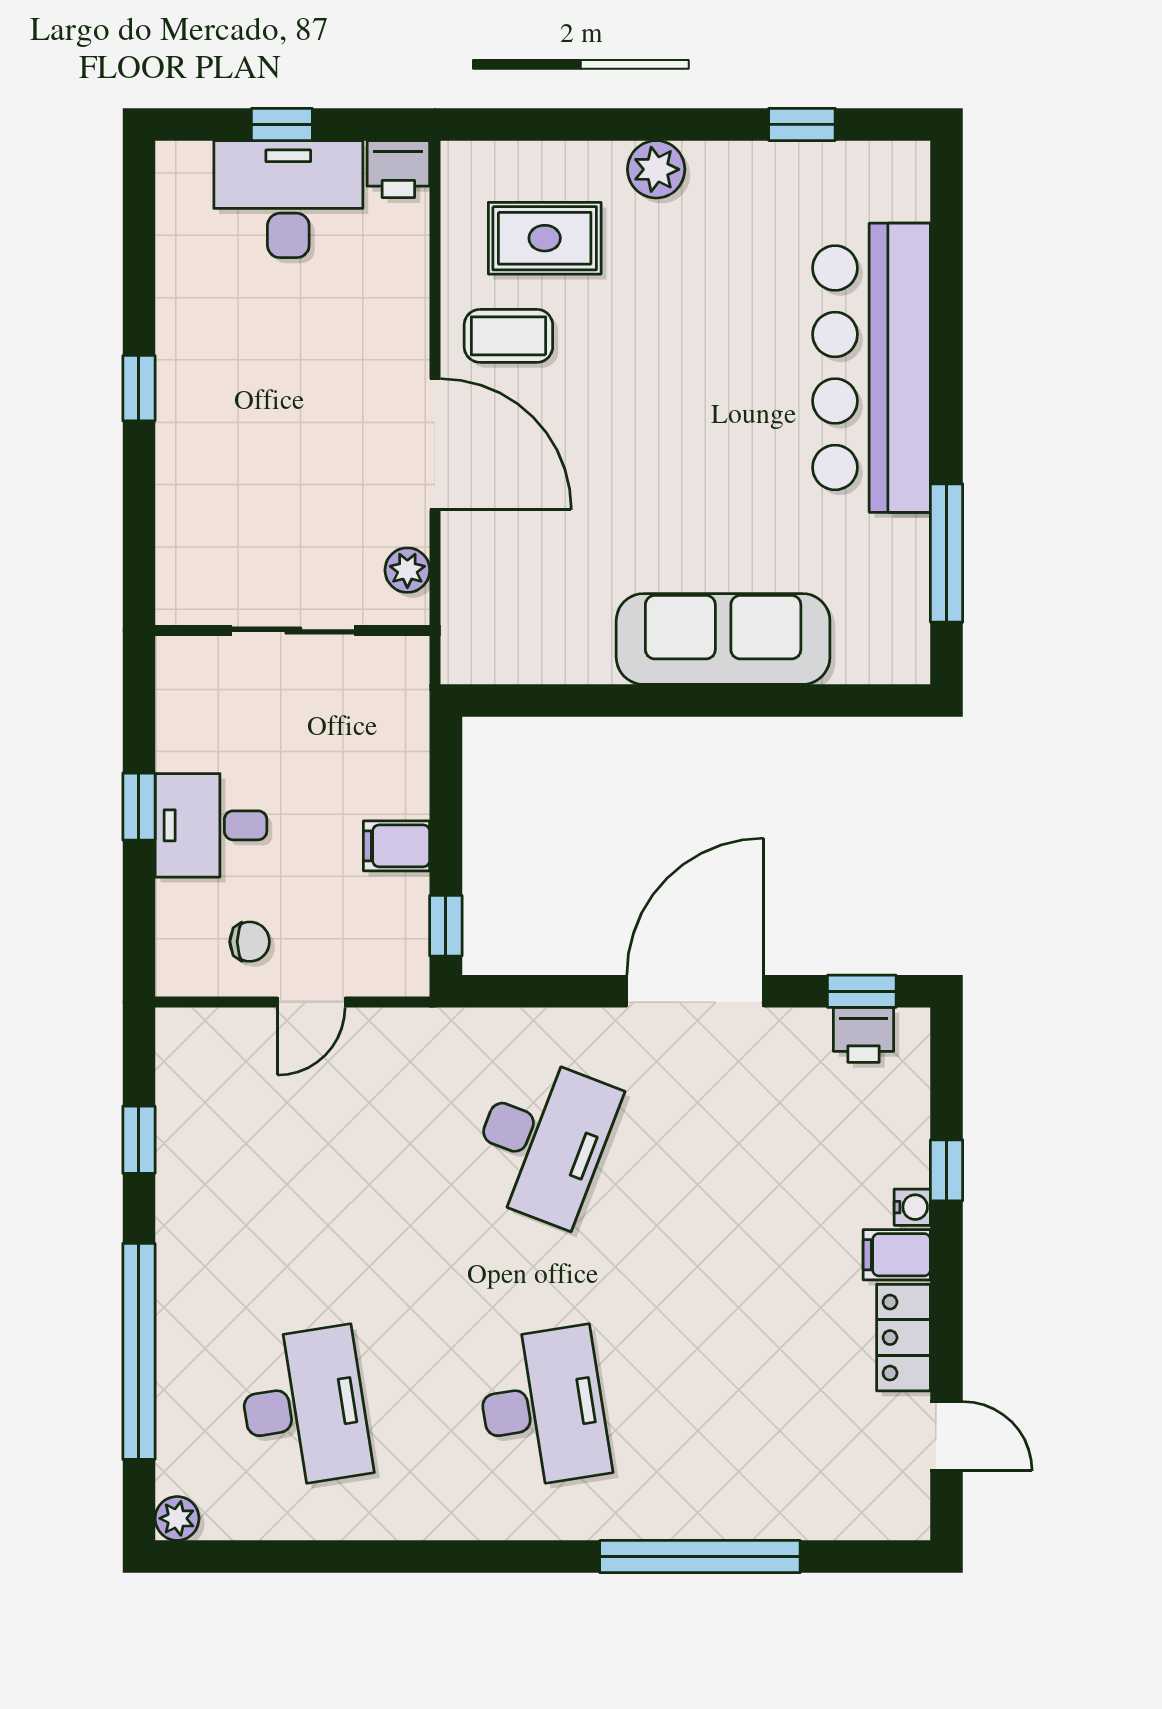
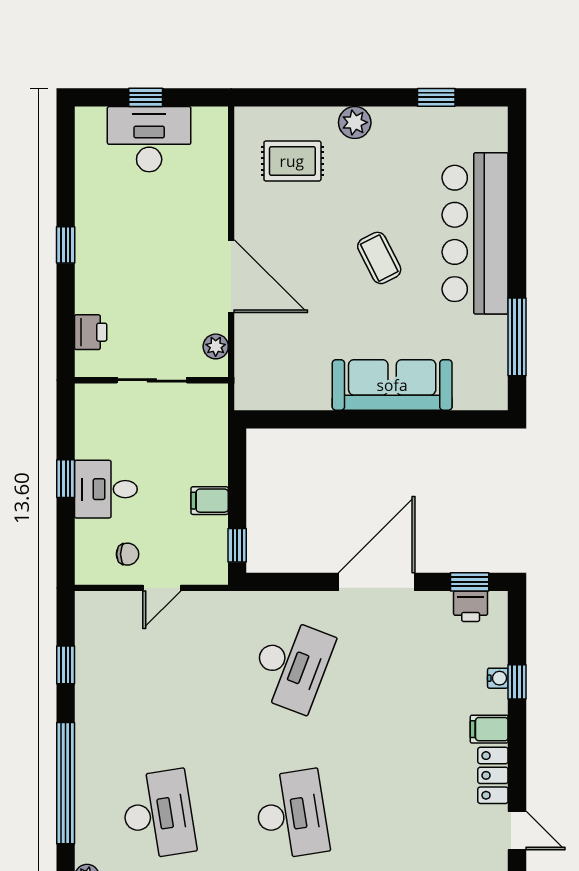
printer: (398, 169) -> (91, 332), moved, turned -90
coffee table: (508, 336) -> (379, 258), moved, turned 63
water cooler: (912, 1207) -> (498, 678), moved

